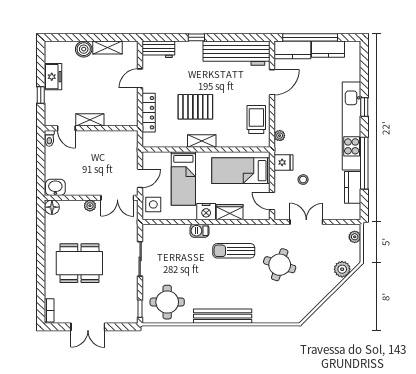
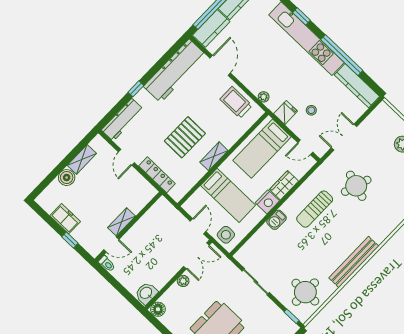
workbench: (158, 49) -> (123, 120), width x1.37
kitchen counter: (353, 187) -> (357, 86), width x1.50
plant: (355, 237) -> (388, 113), removed

